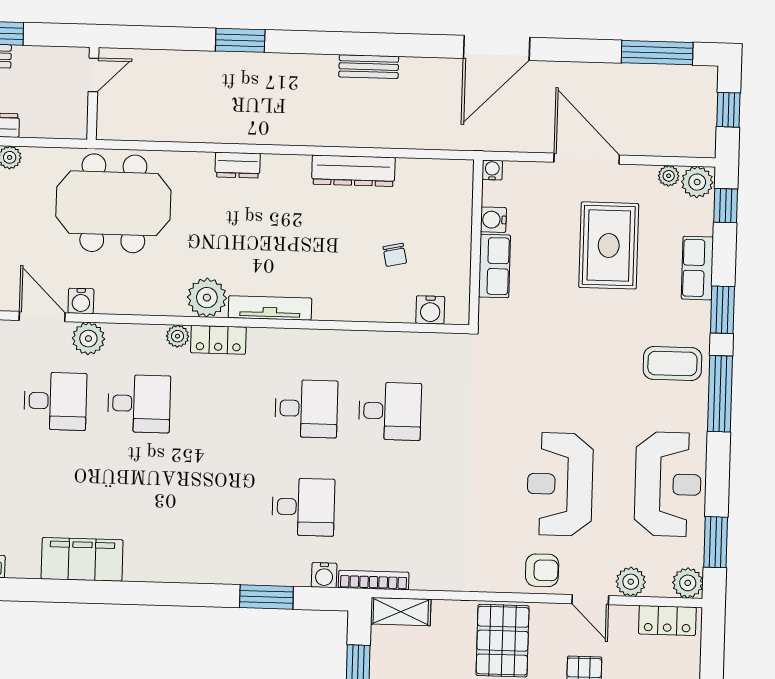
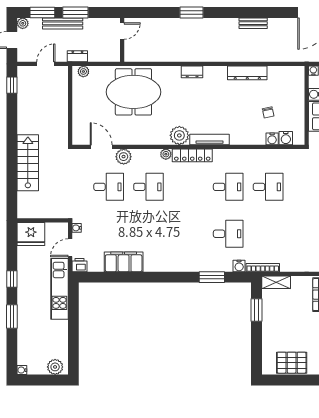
water cooler: (81, 301) -> (272, 139), moved
locker: (218, 340) -> (192, 155), width x1.53

